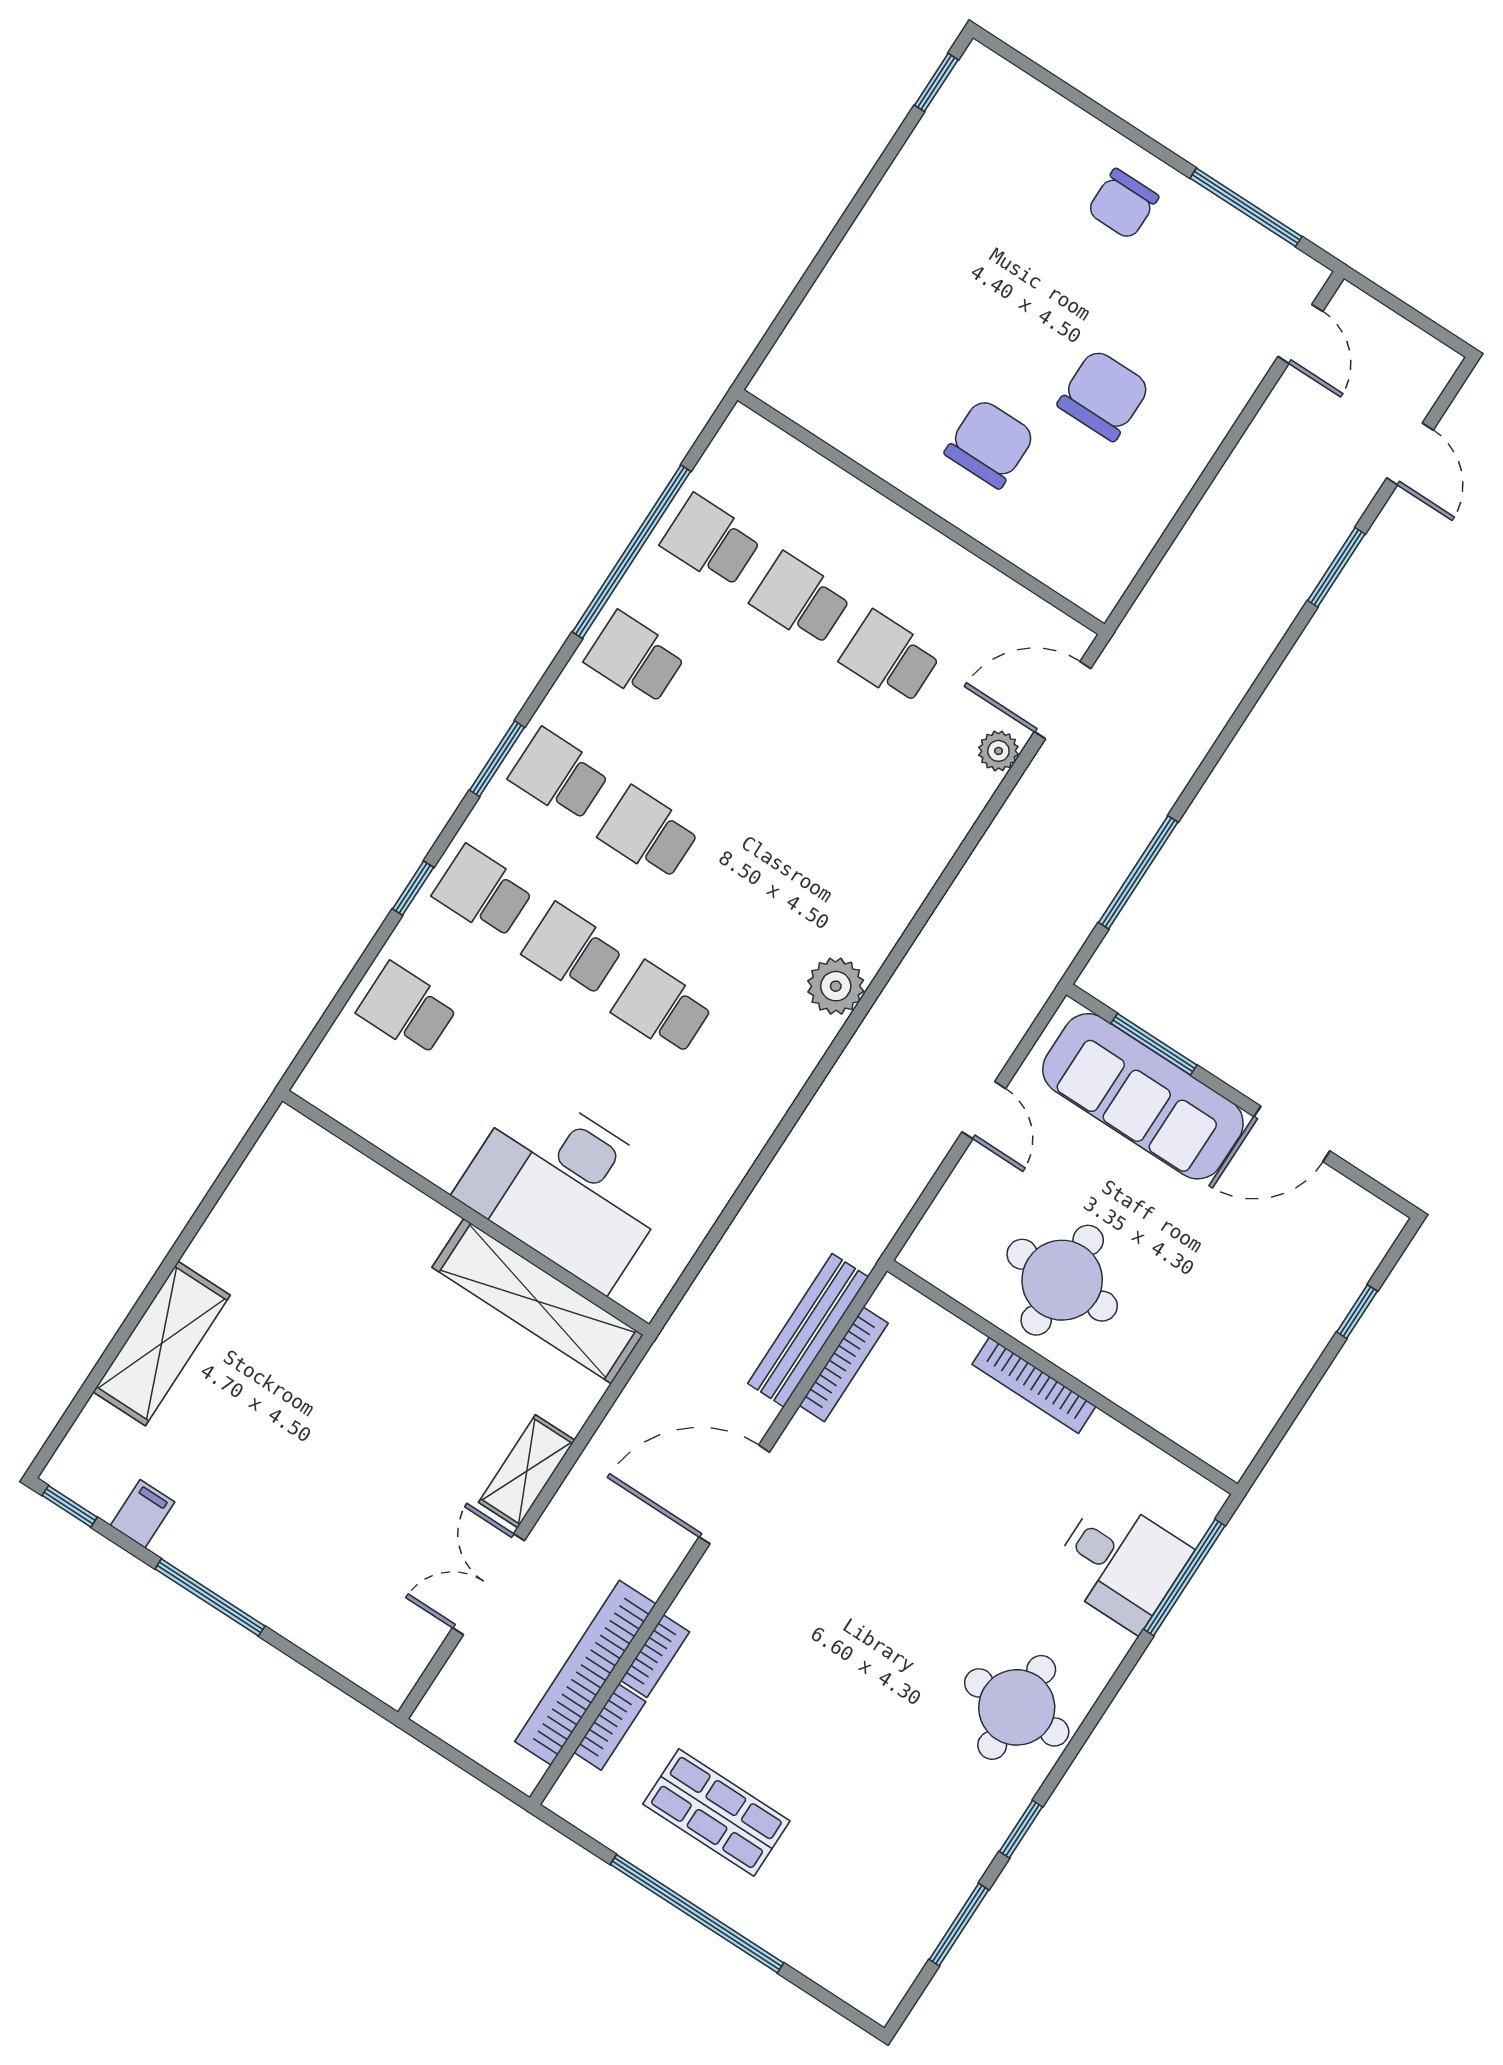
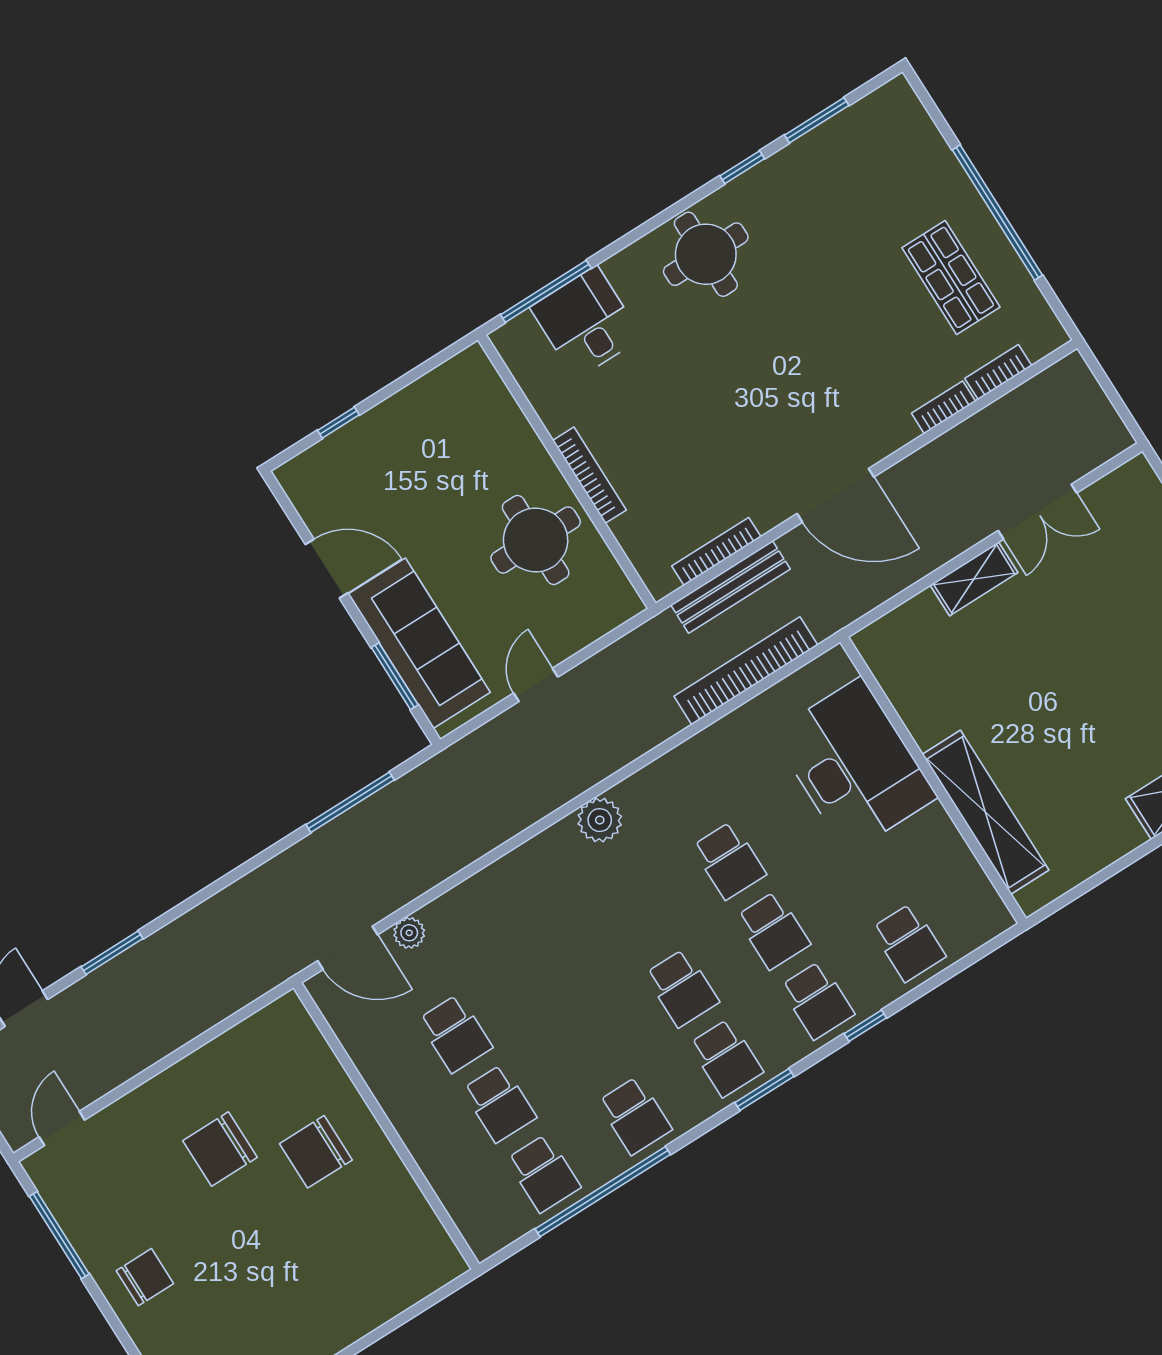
shelving: (538, 1301) -> (985, 812), moved
bookcase: (585, 1673) -> (746, 671), moved, turned 180

